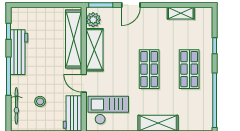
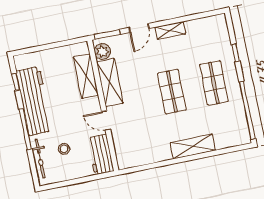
shelving: (181, 13) -> (170, 31), moved
shelving: (74, 39) -> (86, 76), width x0.68
workbench: (19, 52) -> (34, 101), width x1.36, depth x1.32
checkout: (108, 110) -> (137, 143), removed

